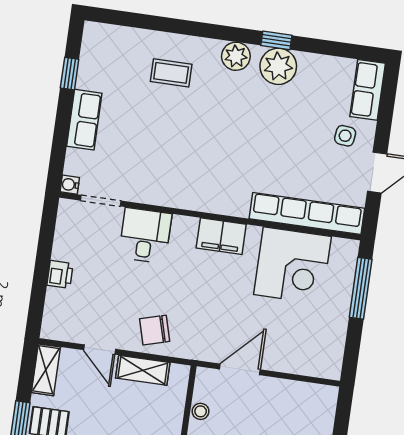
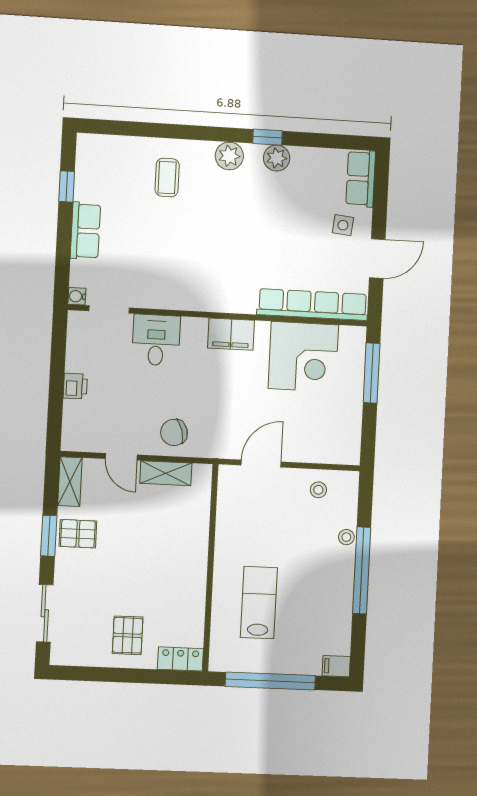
plant: (278, 66) -> (277, 158), width x0.73, depth x0.73
coffee table: (171, 73) -> (167, 178), turned 90
stool: (201, 411) -> (318, 490), moved

